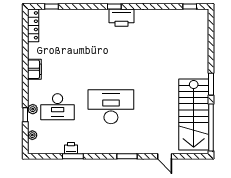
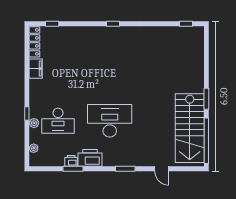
printer: (121, 18) -> (90, 158), moved, turned 180
filing cabinet: (34, 69) -> (36, 69), moved
window: (25, 115) -> (27, 113), moved

